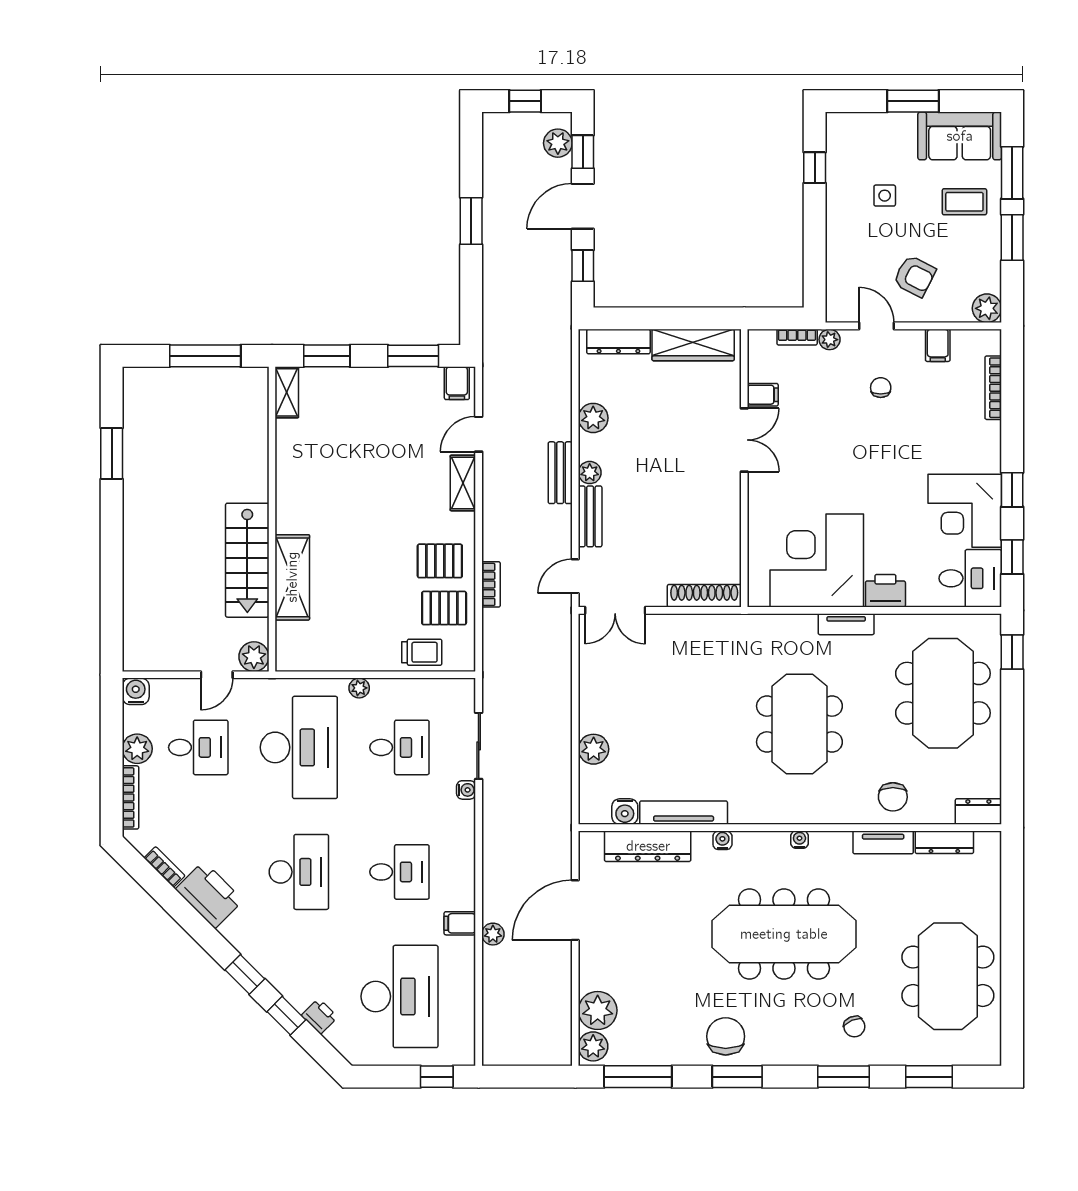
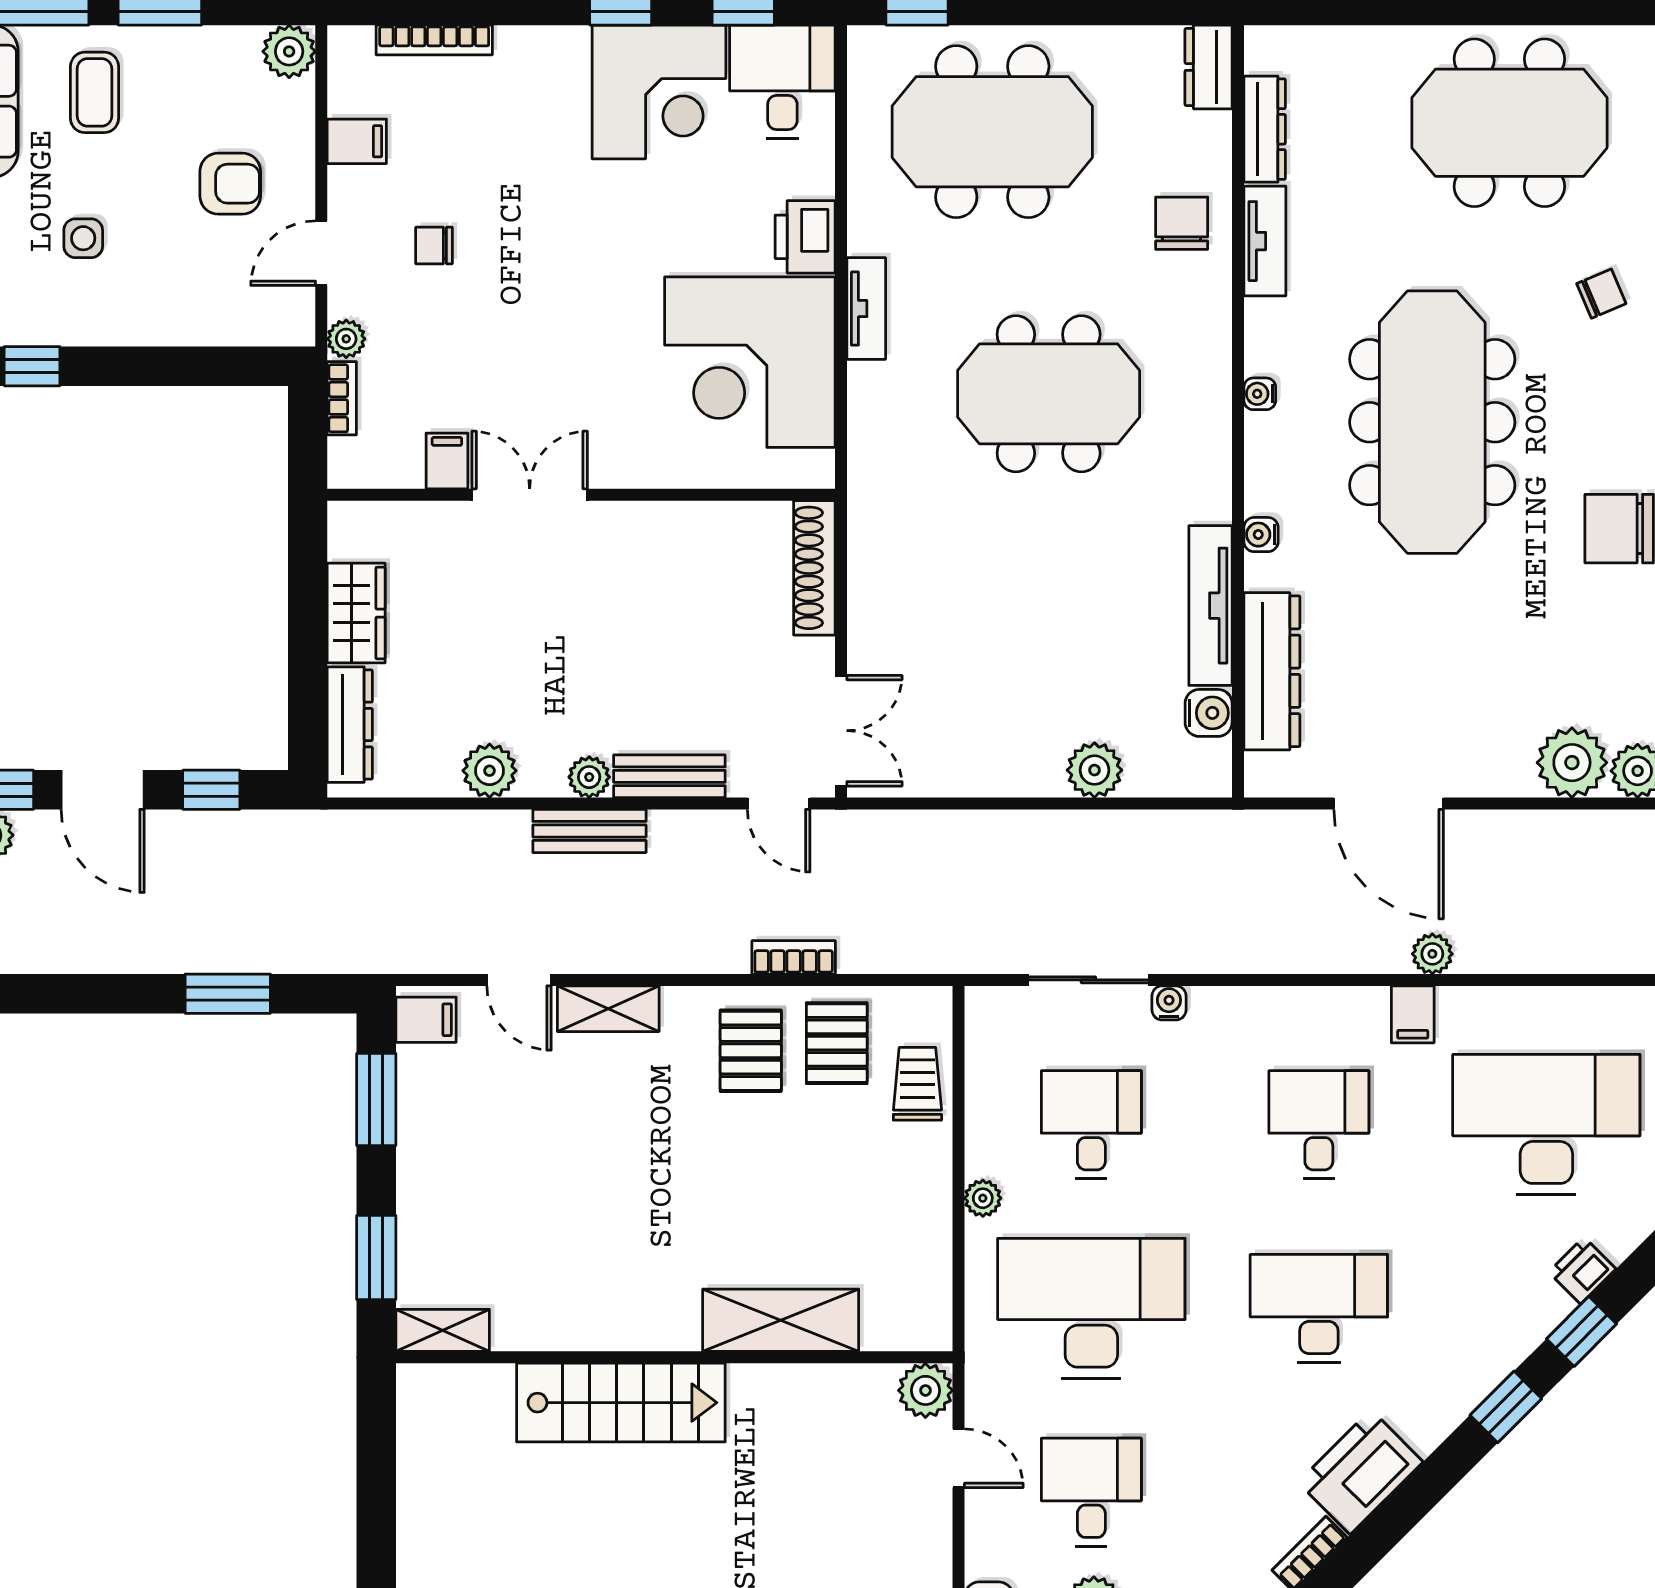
window: (471, 221) -> (228, 994), moved
armchair: (915, 276) -> (230, 184), turned 63
wardrobe: (693, 345) -> (356, 613), width x0.67
window: (205, 356) -> (376, 1480), removed
stairs: (247, 560) -> (621, 1403), moved
chair: (893, 797) -> (1182, 223), turned -90

